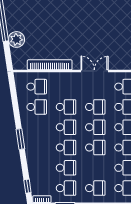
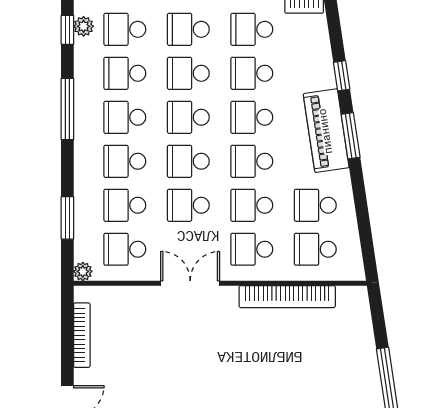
plant: (16, 39) -> (359, 351), removed
double door: (94, 71) -> (190, 283), swing flipped
school desk: (66, 87) -> (252, 249), added
piano: (32, 141) -> (326, 131), added
school desk: (95, 168) -> (188, 73), added
window: (27, 186) -> (342, 76), moved

